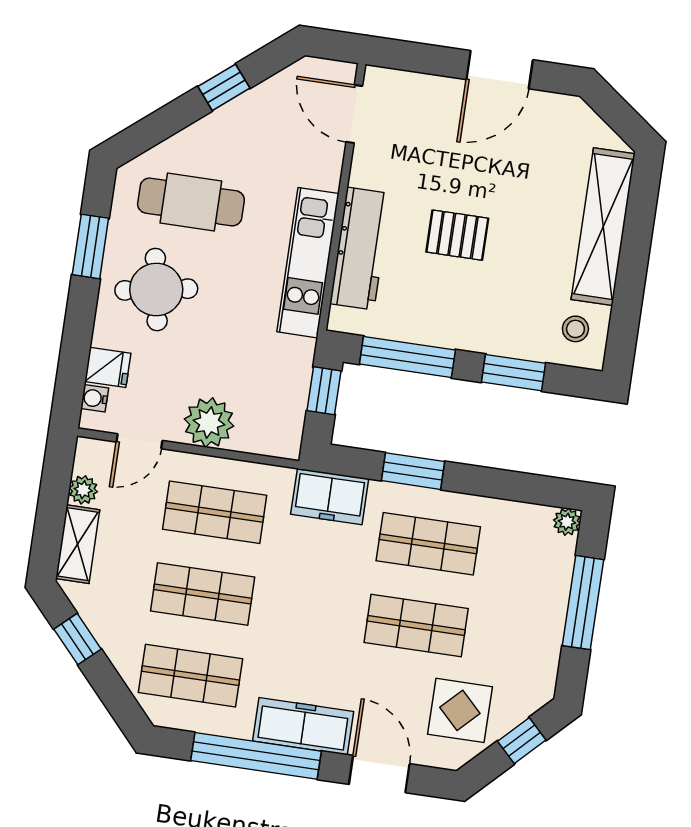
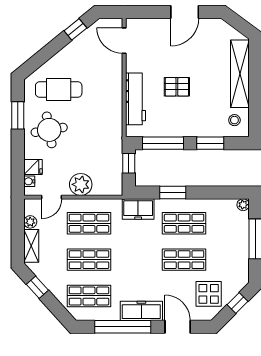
window: (224, 87) -> (75, 29), moved
kitchen unit: (308, 263) -> (114, 108), removed

